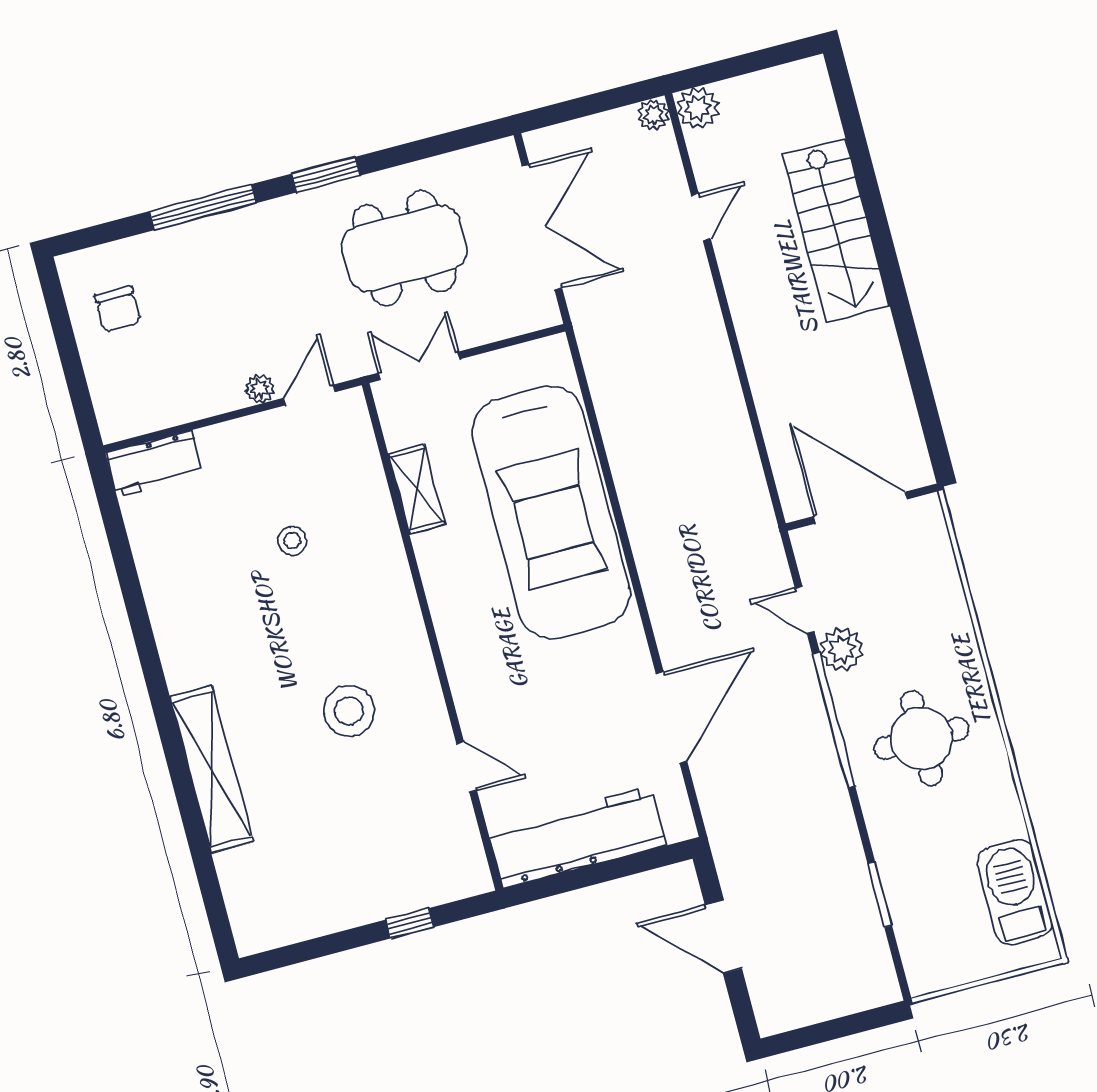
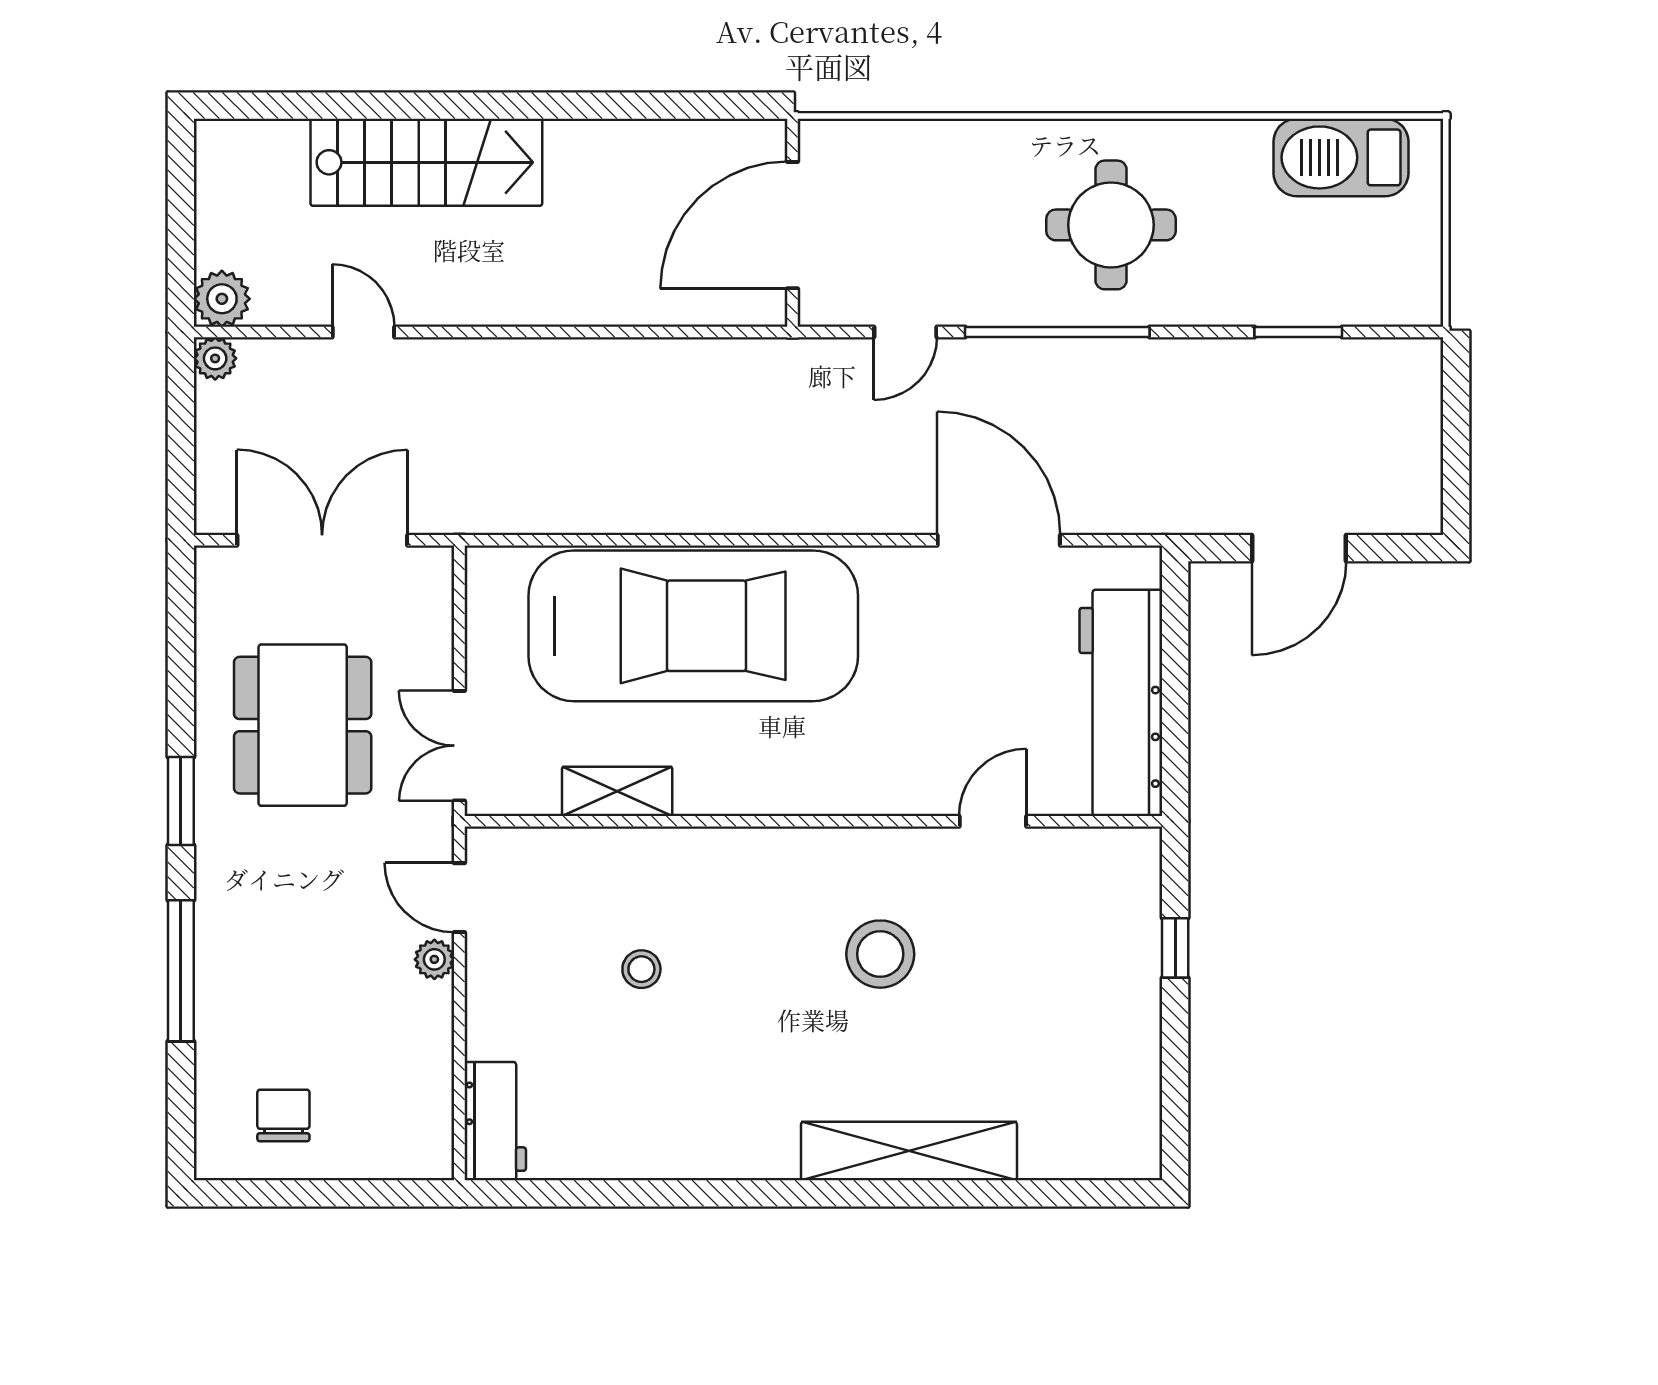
chair: (118, 309) -> (283, 1115), turned -90
plant: (842, 649) -> (969, 297), removed

